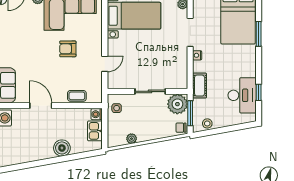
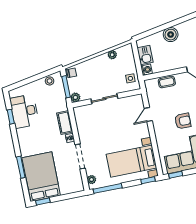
cot: (200, 86) -> (65, 122), moved
plant: (177, 104) -> (75, 97), width x0.53, depth x0.53

